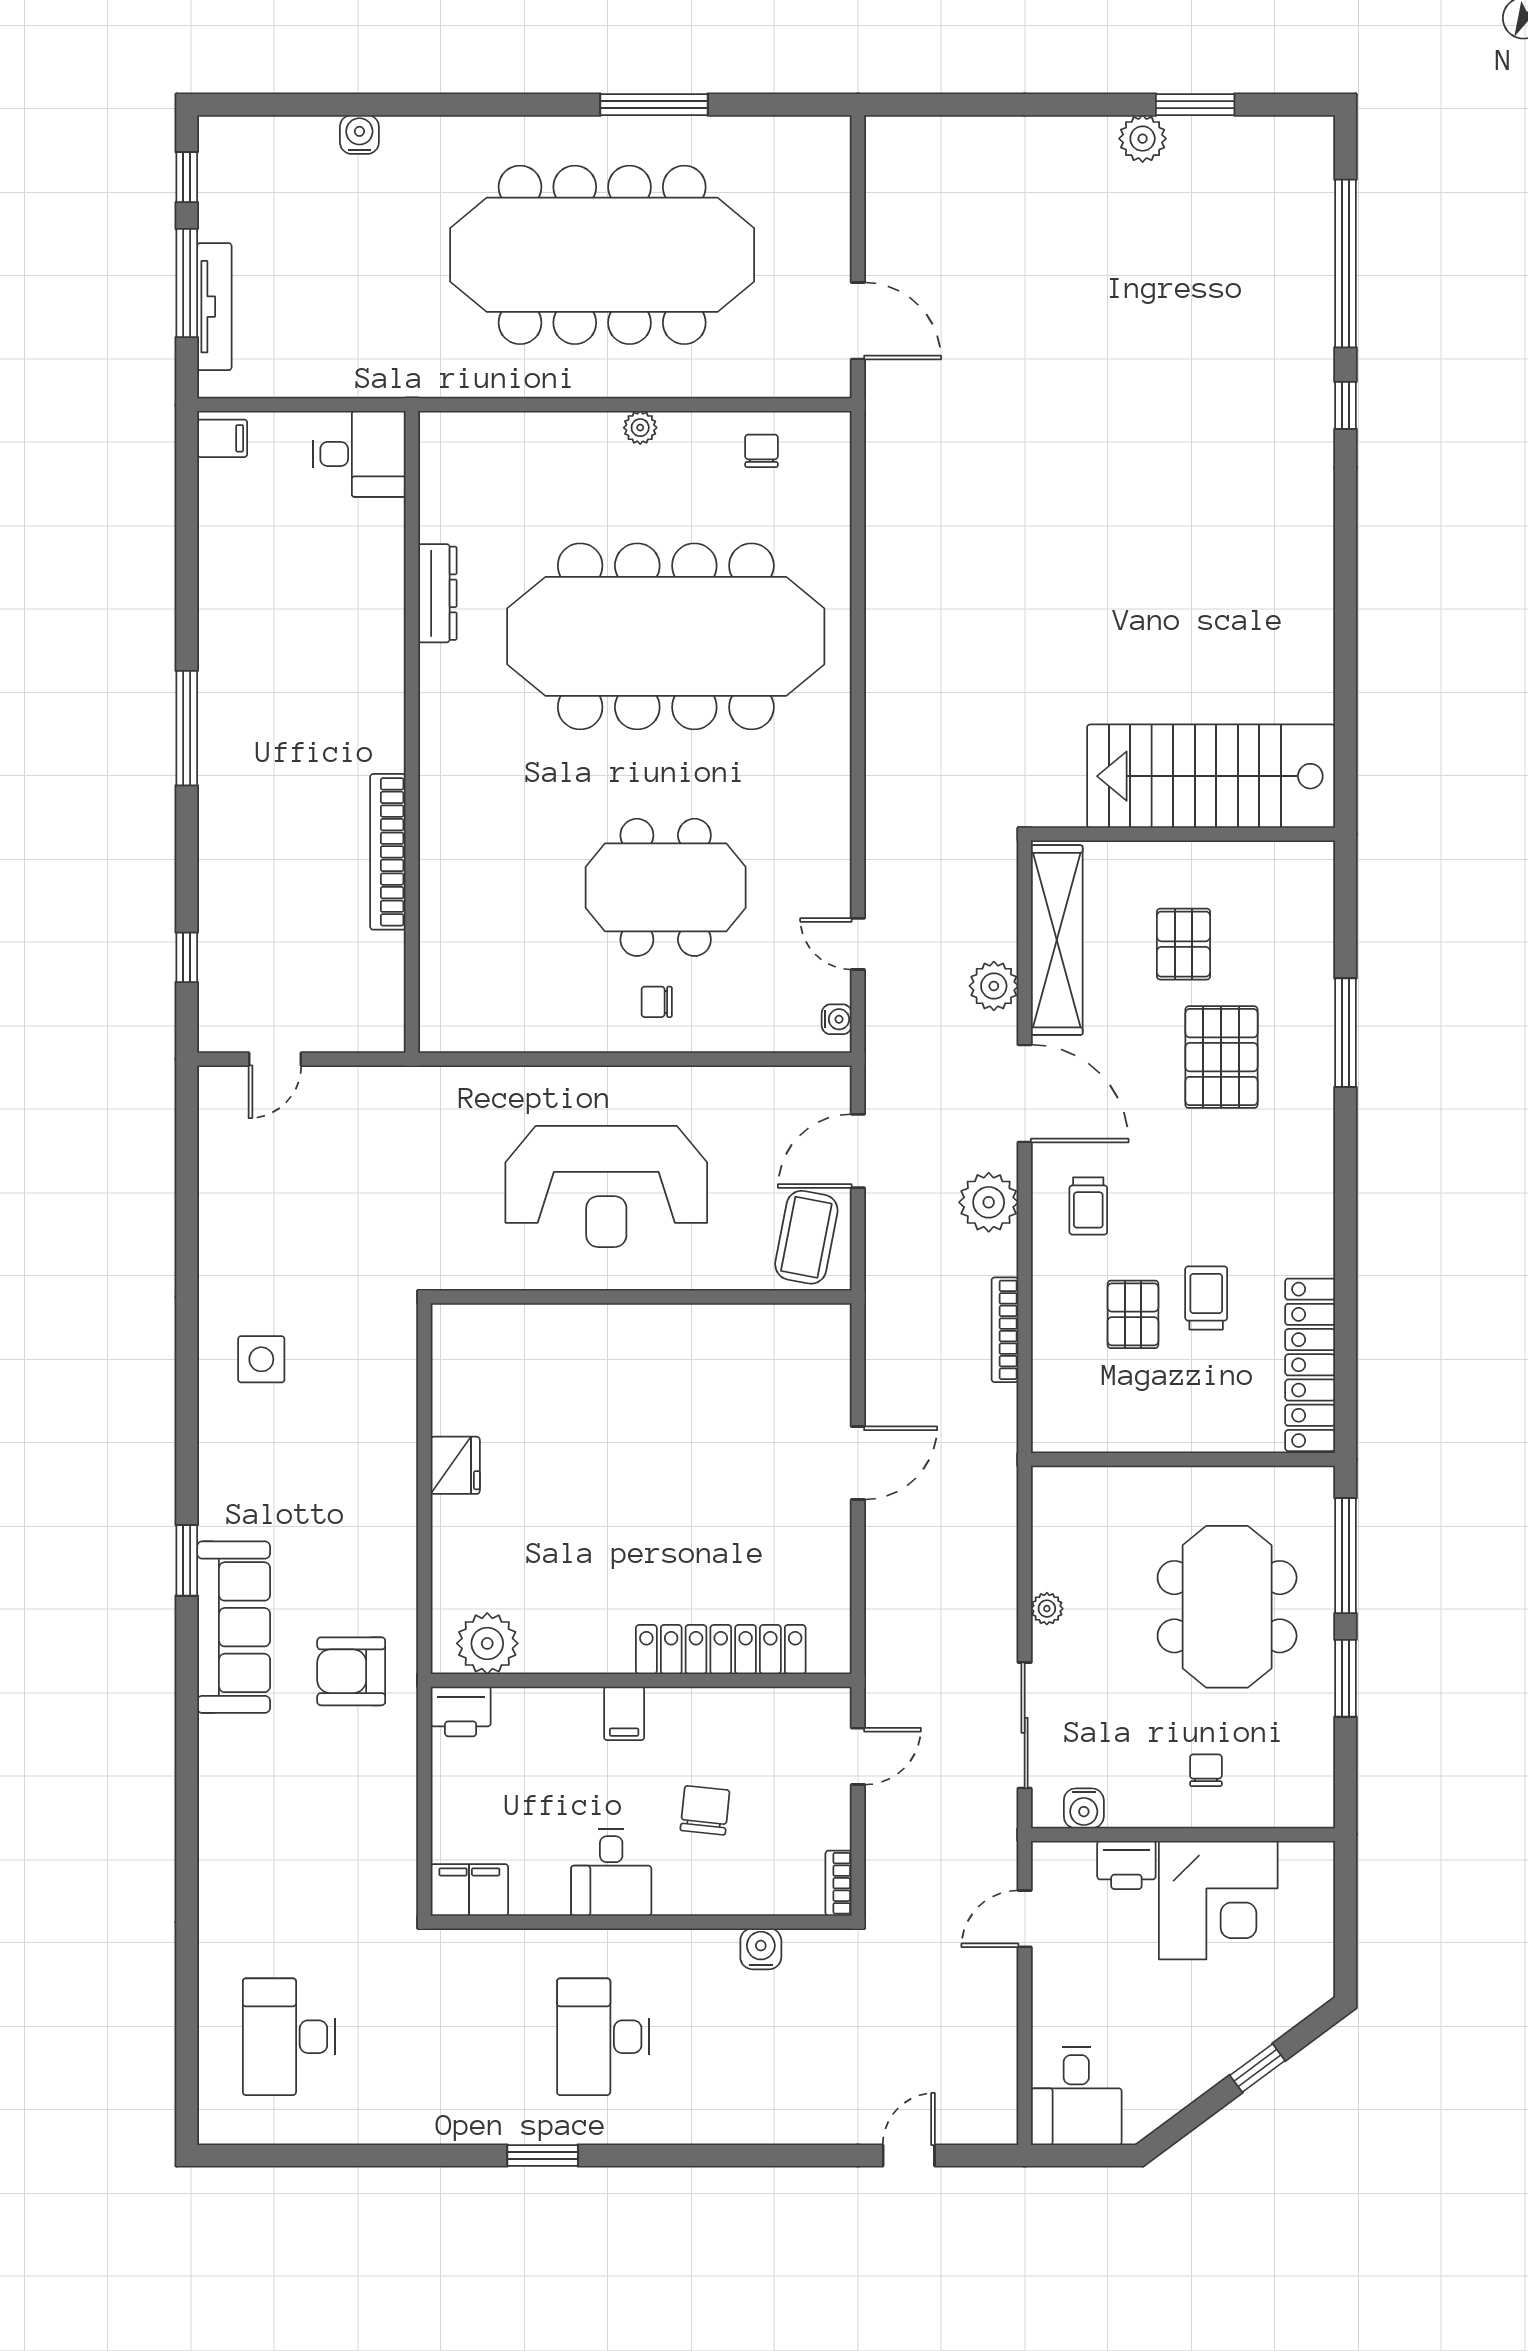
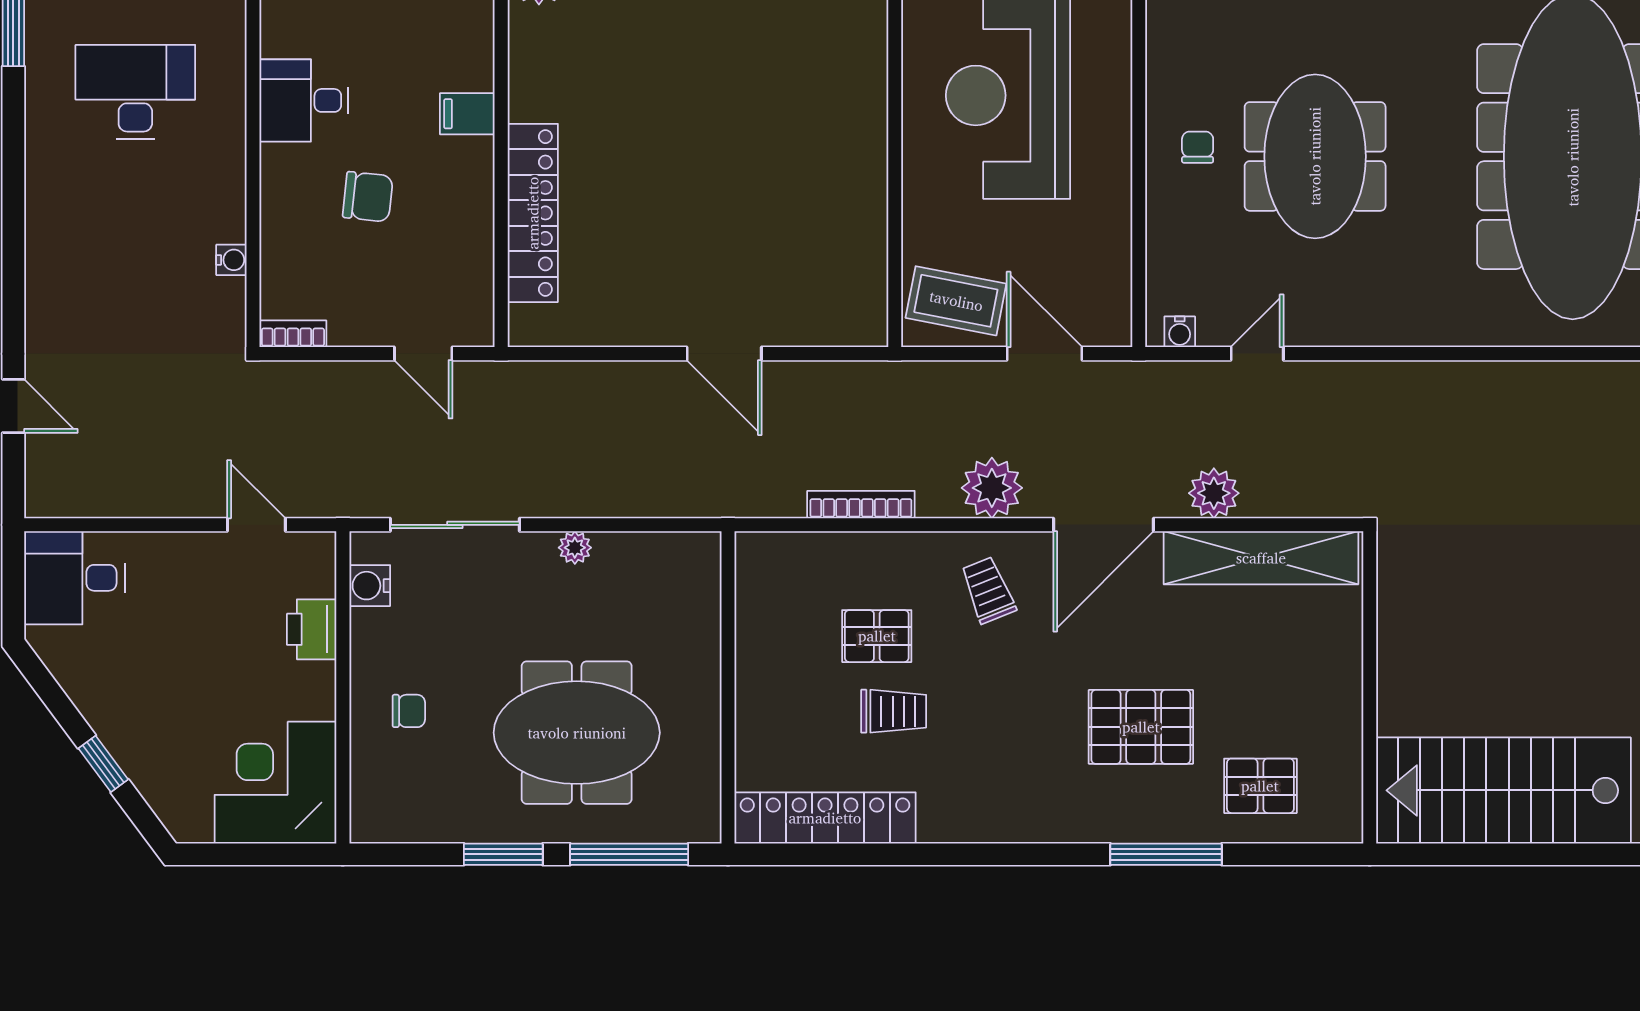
stairs: (1211, 776) -> (1503, 790), moved, turned -90
pallet: (1183, 944) -> (1260, 786), moved
trolley: (1088, 1206) -> (988, 590), turned 68
corner desk: (1218, 1900) -> (276, 783), moved, turned 90
water cooler: (761, 1949) -> (231, 260), width x0.72, depth x0.72

